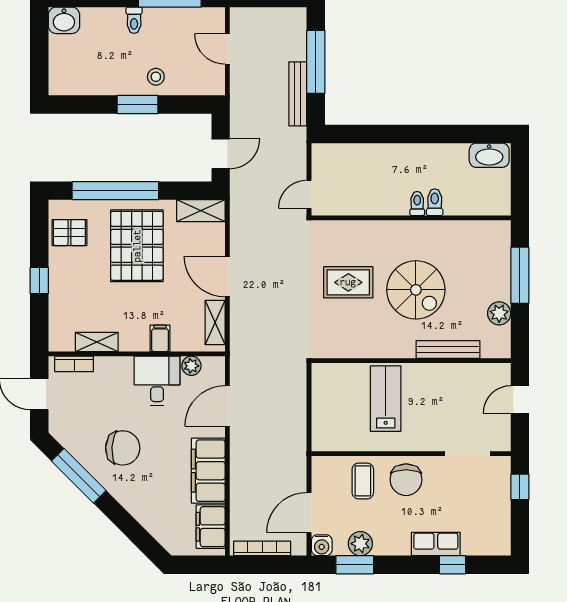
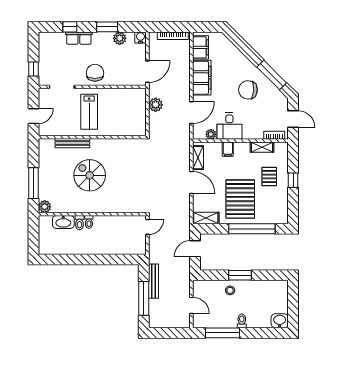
washbasin: (489, 155) -> (63, 222), moved, turned 180
pallet: (69, 233) -> (269, 176), moved, turned 90
rug: (348, 282) -> (126, 179), removed
plant: (499, 313) -> (45, 207), moved
lab bench: (386, 399) -> (89, 112), moved
plant: (294, 420) -> (156, 105), added
coffee table: (363, 481) -> (118, 72), removed
door: (309, 513) -> (147, 72), moved
window: (355, 565) -> (107, 27), moved

